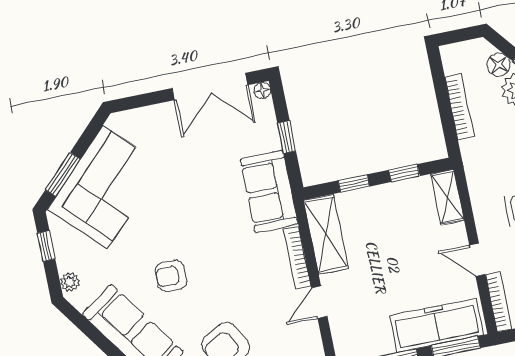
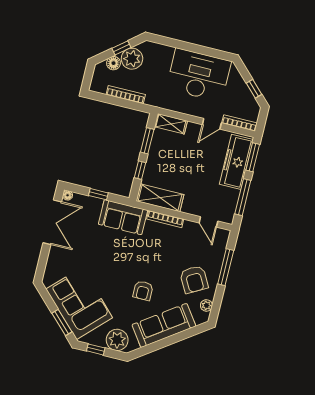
window: (404, 173) -> (147, 141), width x1.50
plant: (70, 282) -> (117, 340), width x1.87, depth x1.87
door: (319, 302) -> (208, 222), moved

